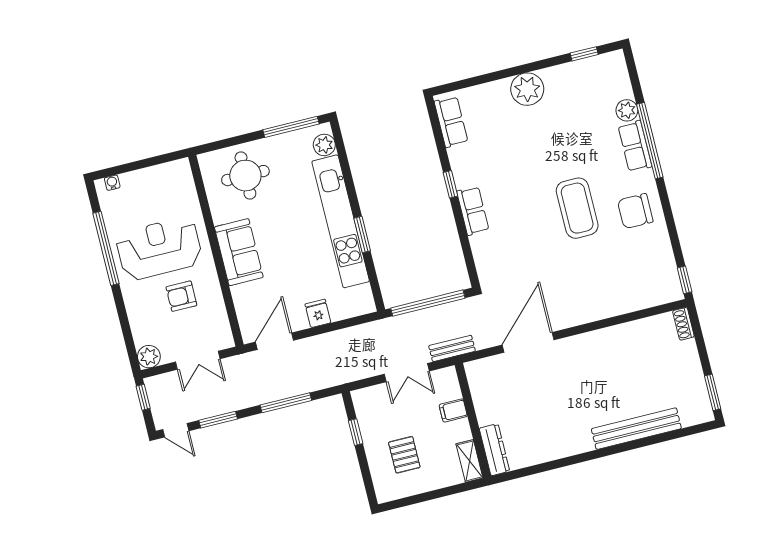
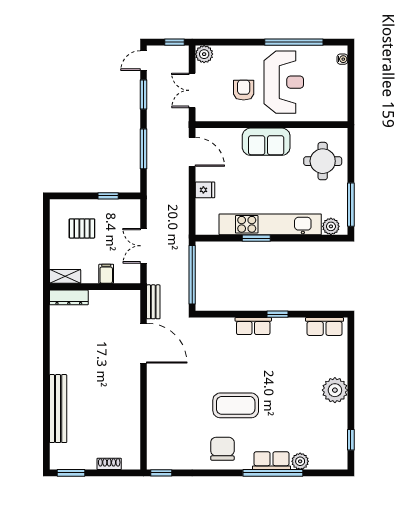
shoe rack: (683, 324) -> (109, 464), moved
bench: (452, 348) -> (153, 302), moved

